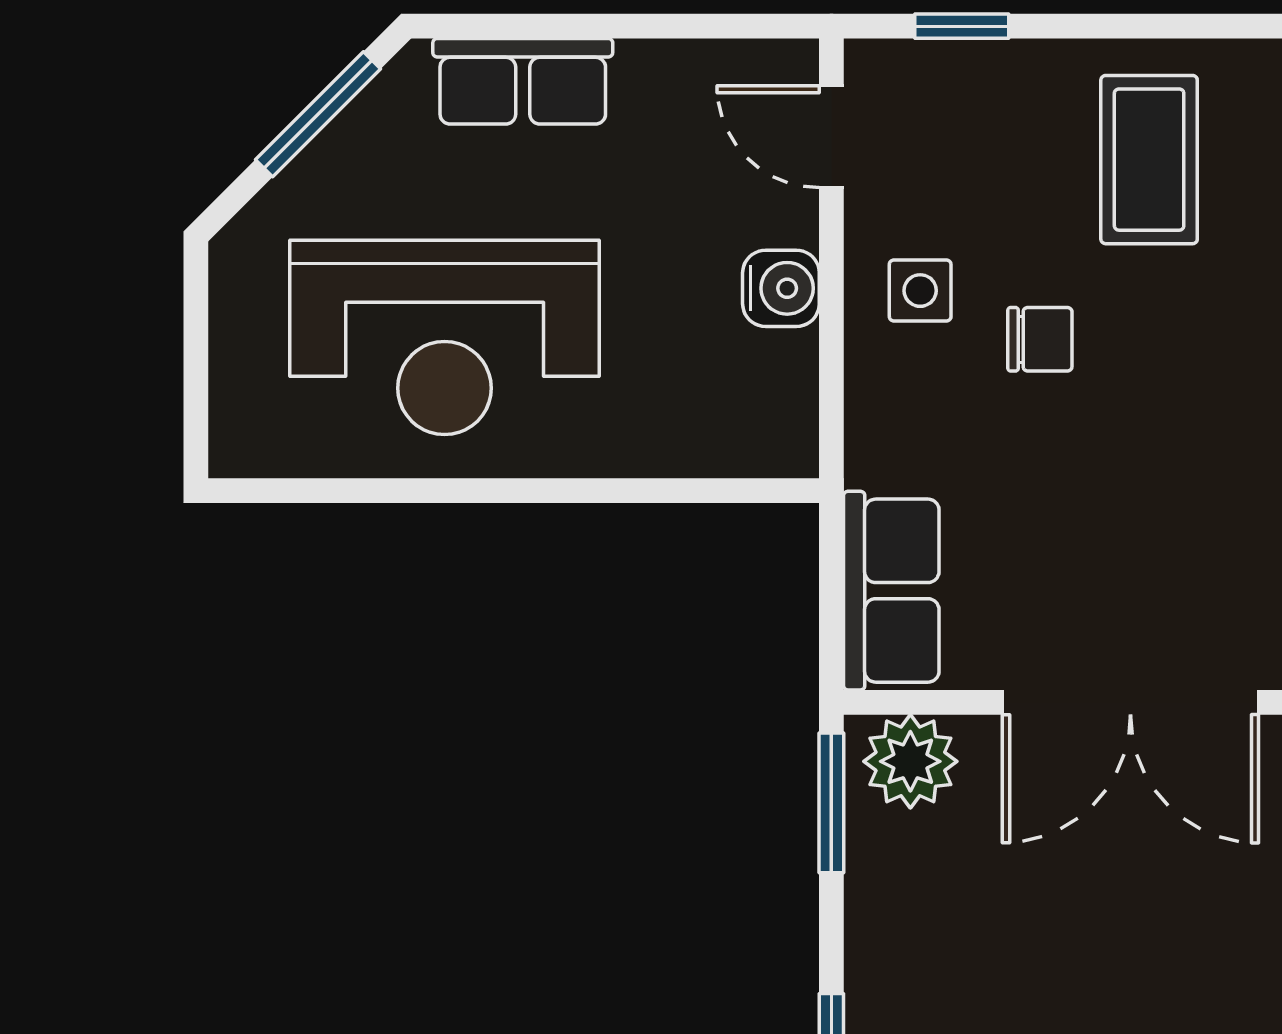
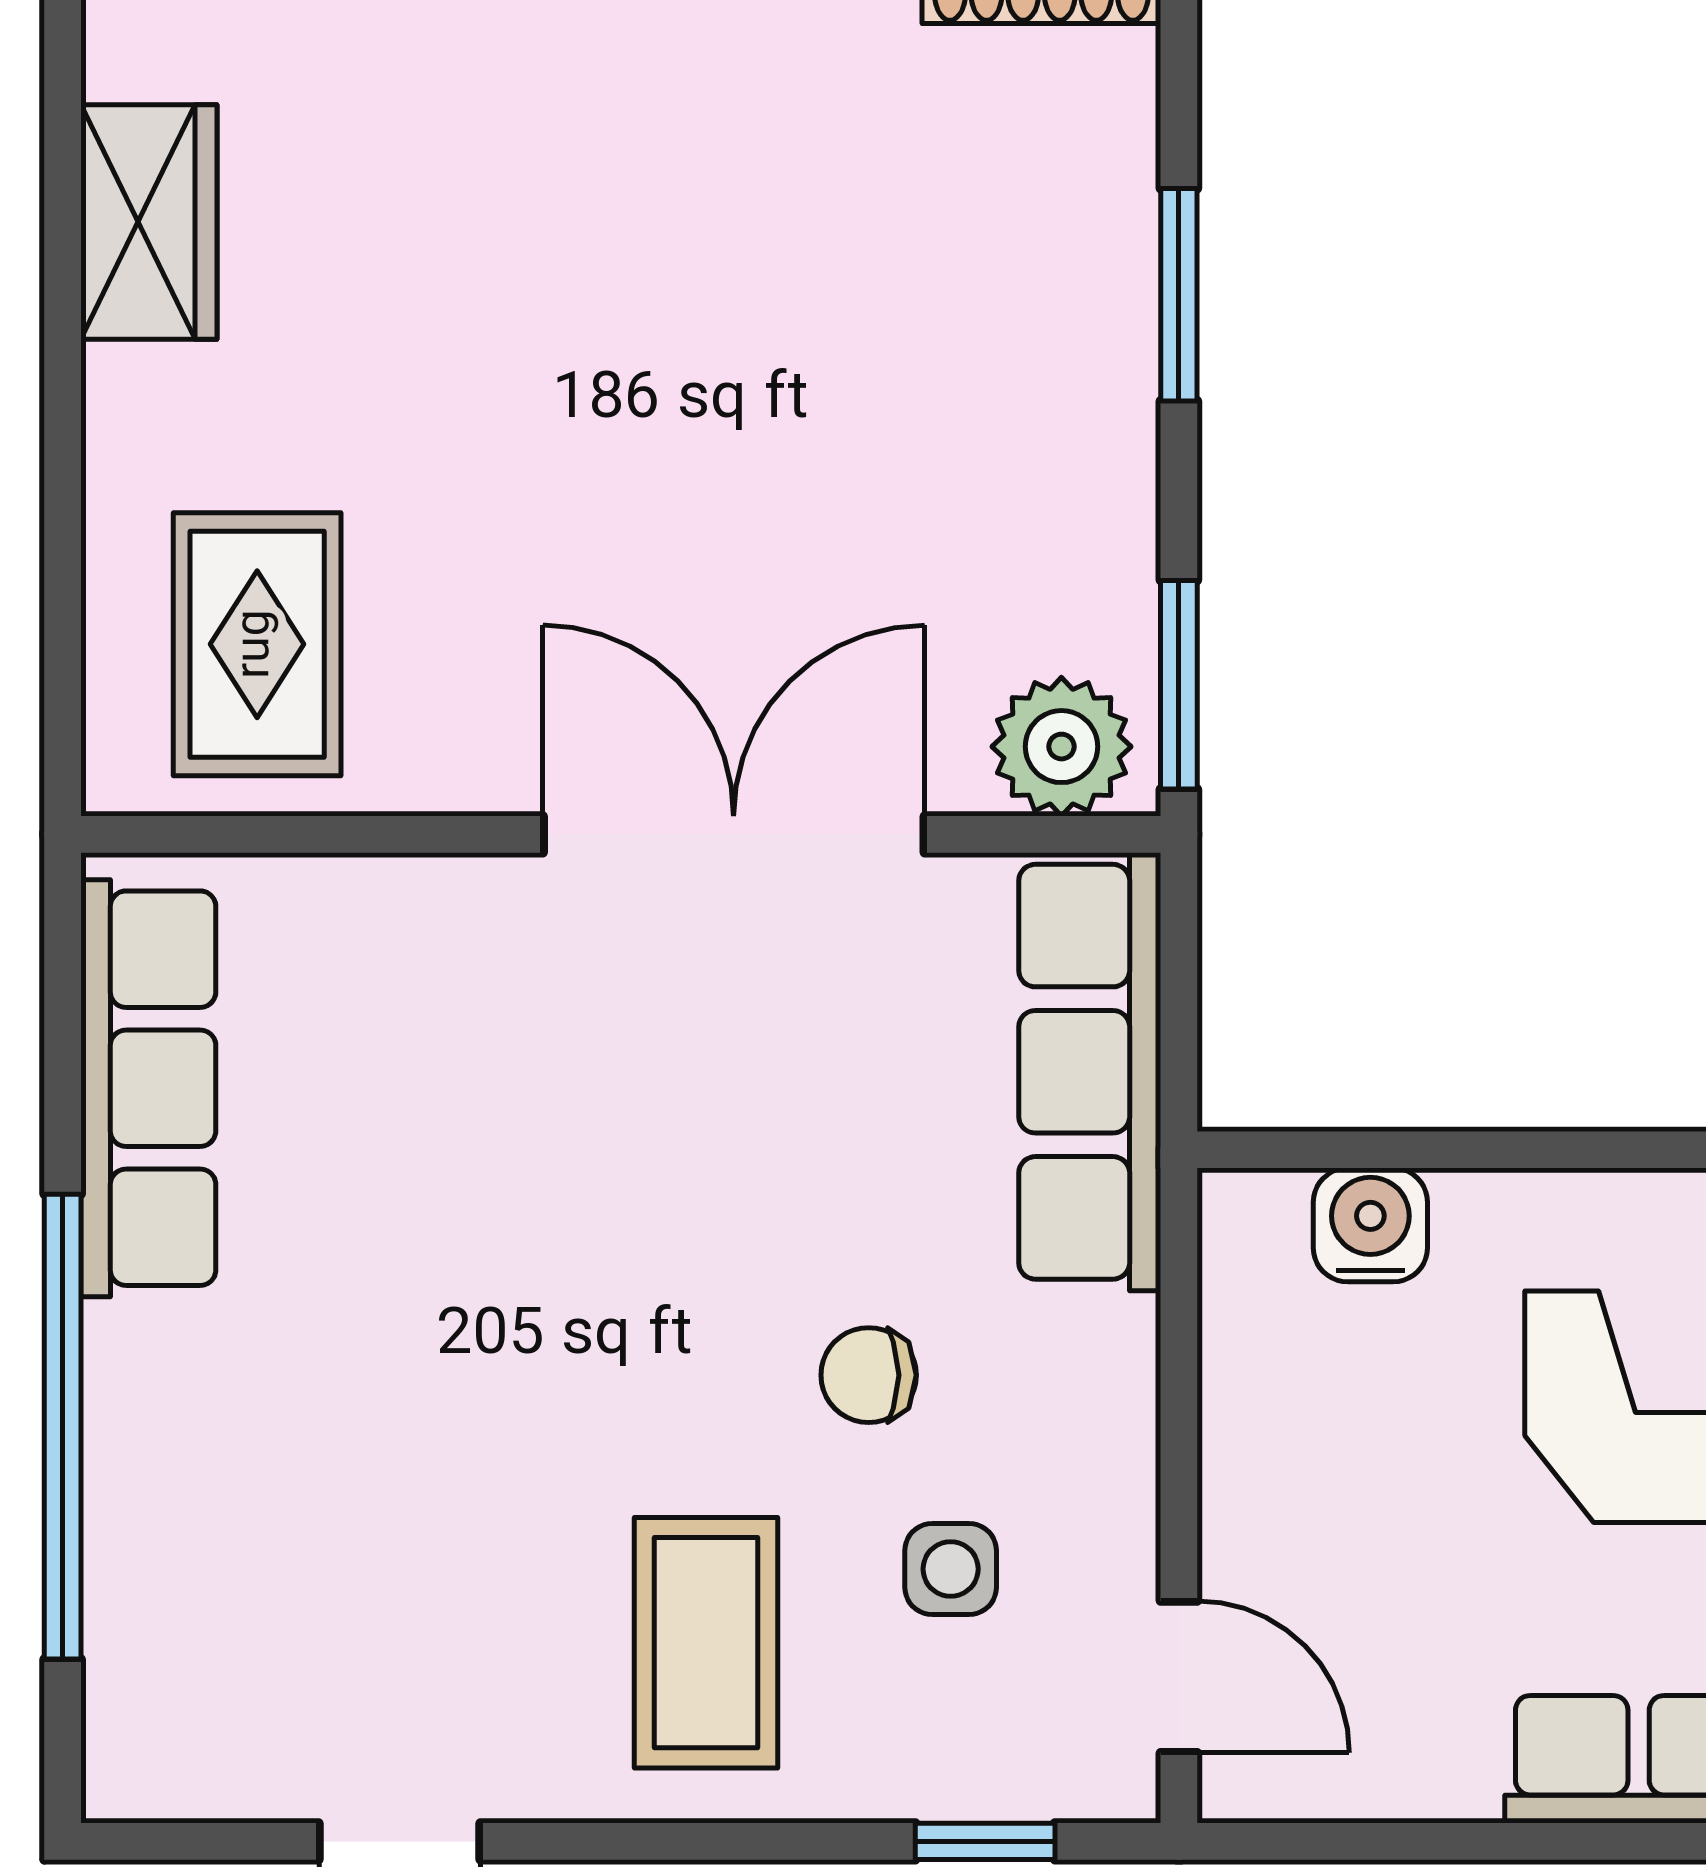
water cooler: (781, 288) -> (1370, 1225), moved, turned 90
side table: (920, 291) -> (951, 1569), moved
row of seats: (891, 591) -> (1090, 1072), width x1.48

